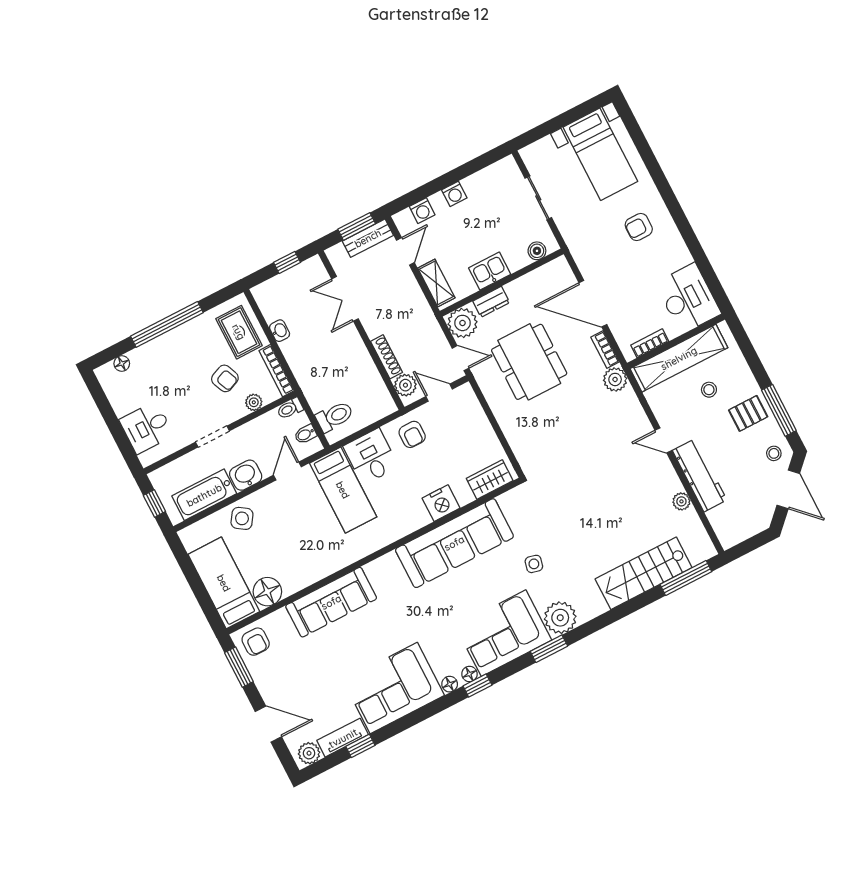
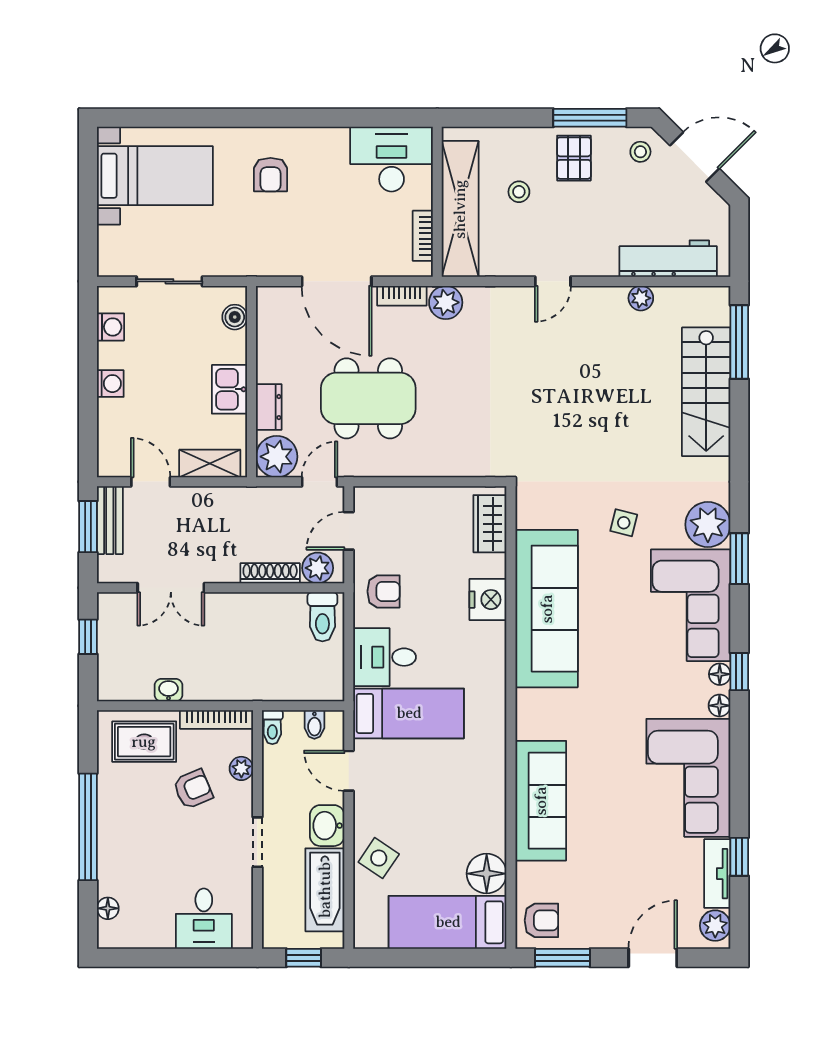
washing machine: (422, 211) -> (110, 327), moved
door: (593, 304) -> (337, 281), hinge flipped
toilet: (335, 416) -> (322, 617), moved, turned 180
workbench: (700, 475) -> (668, 259), moved

